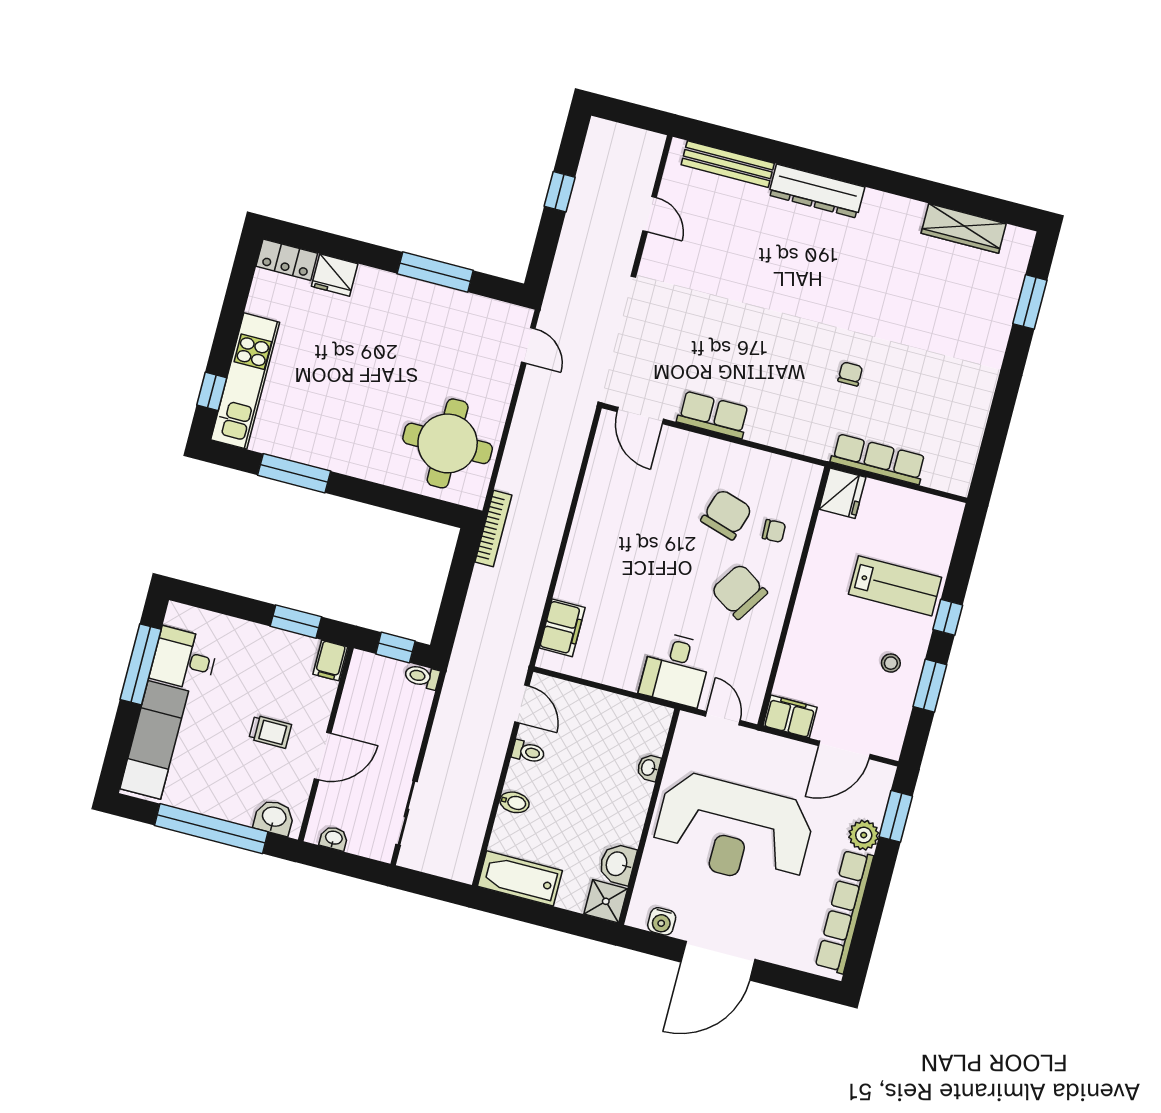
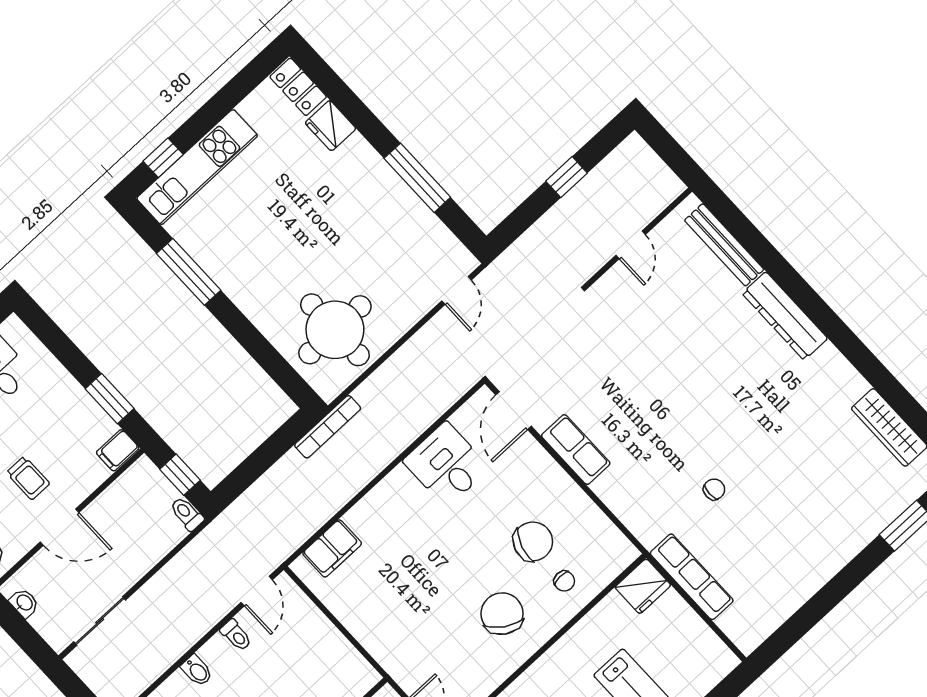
desk: (676, 669) -> (446, 464), moved, turned 90

